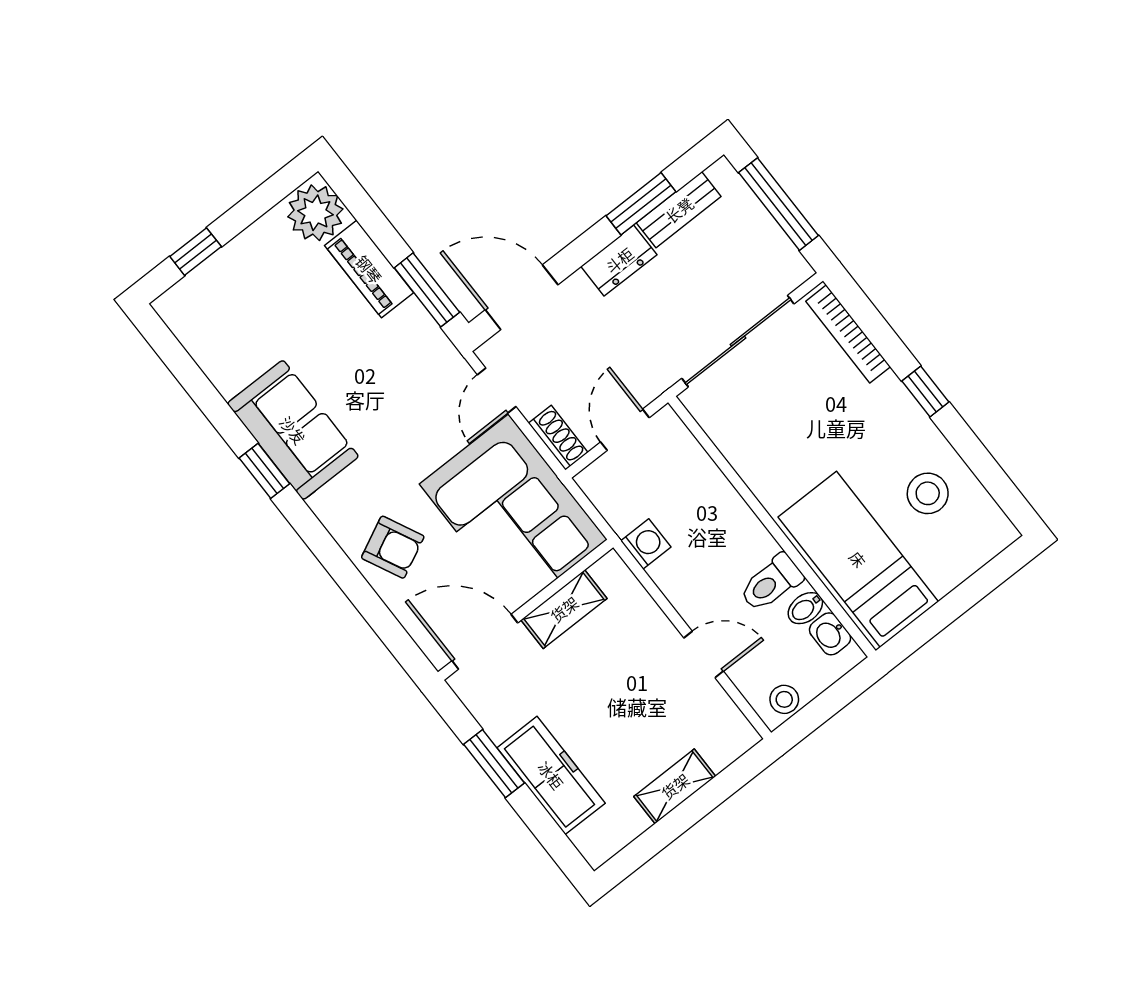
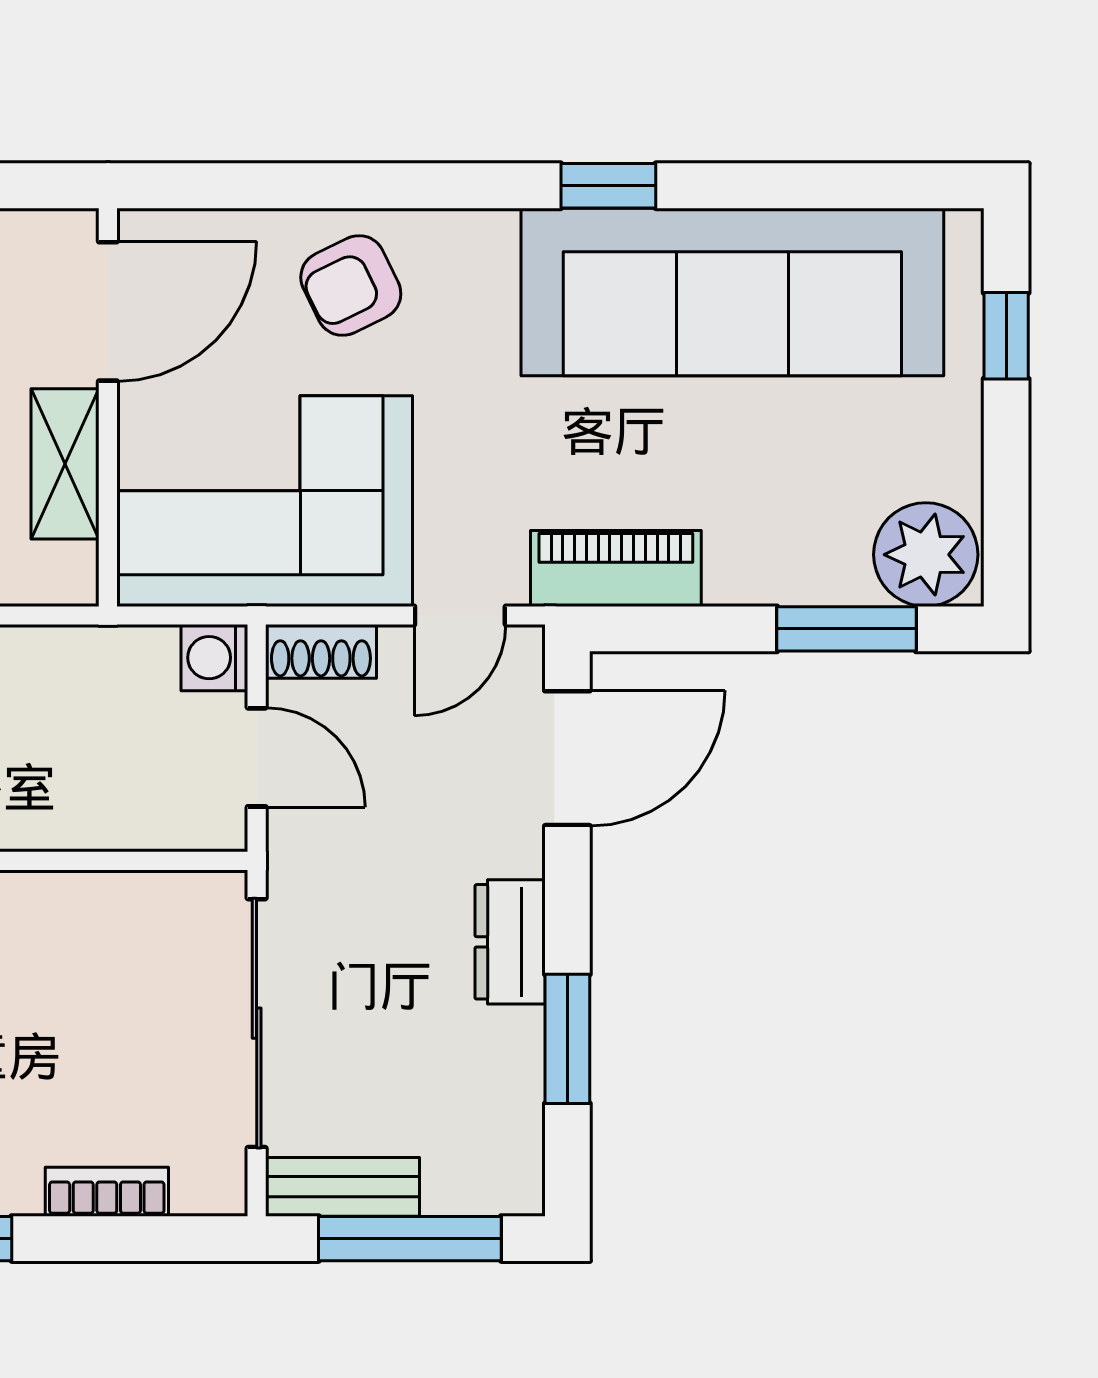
bench: (679, 210) -> (343, 1187), moved, turned 90
piano: (369, 269) -> (616, 568), moved
window: (427, 290) -> (846, 629), moved
bookcase: (848, 334) -> (107, 1192), width x0.64
door: (497, 391) -> (460, 615), swing flipped
sofa: (293, 430) -> (732, 292), width x1.85, depth x1.27
washing machine: (646, 544) -> (214, 658), moved, turned 90

